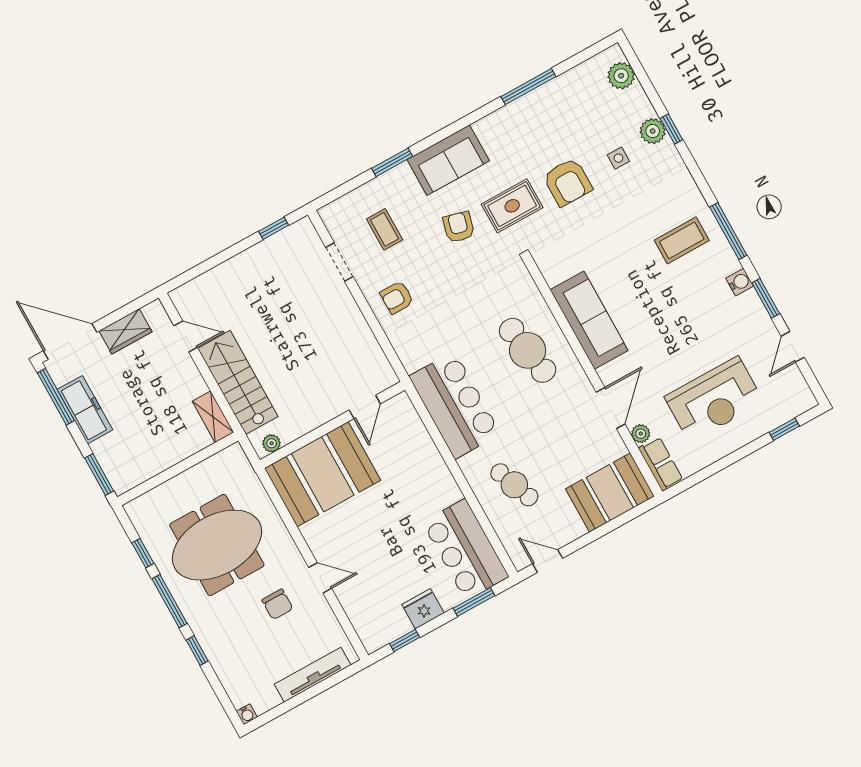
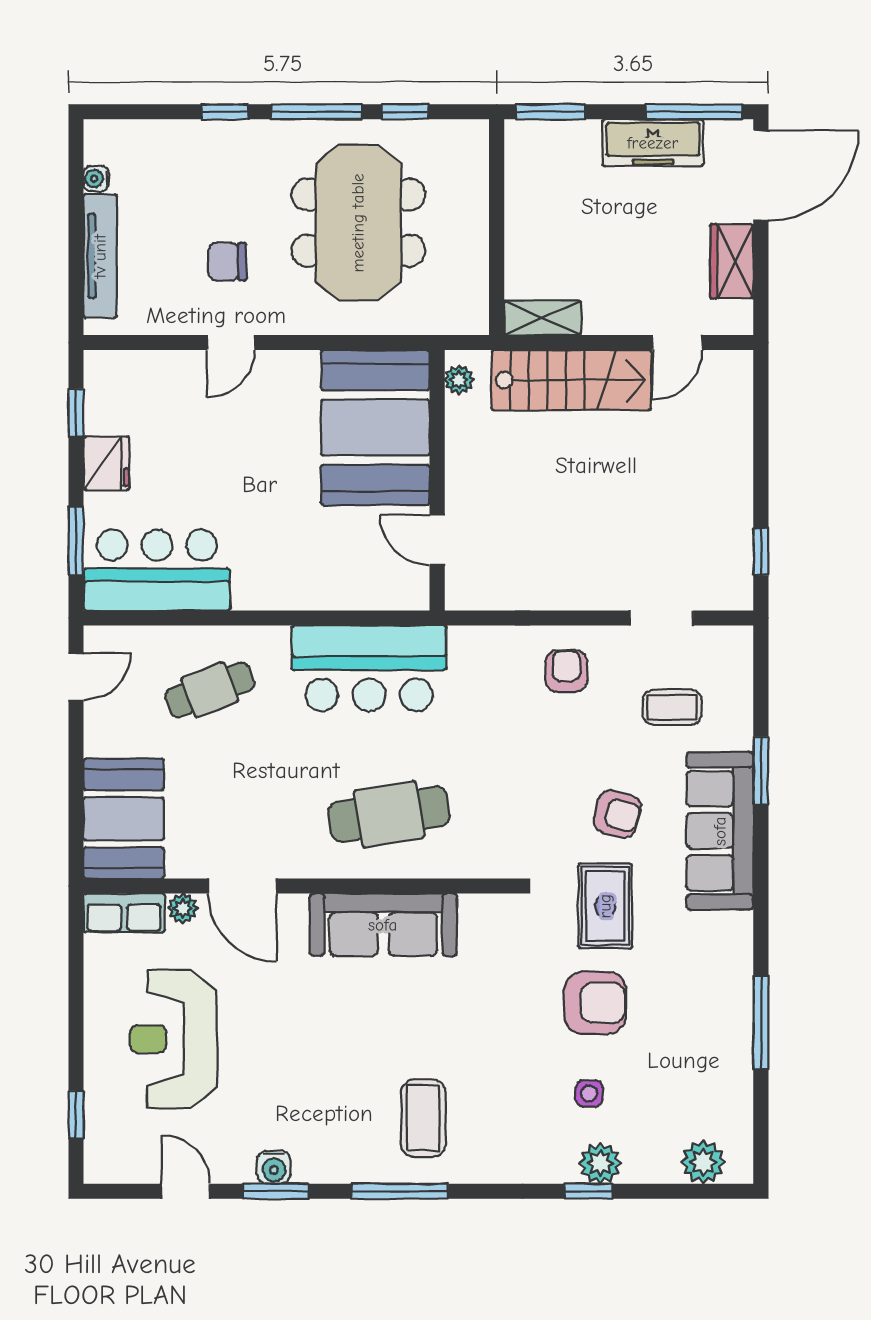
sofa: (448, 160) -> (720, 831), width x1.36
armchair: (568, 182) -> (595, 1003), turned 180
water cooler: (740, 282) -> (274, 1167), moved
water cooler: (247, 714) -> (96, 179), moved

